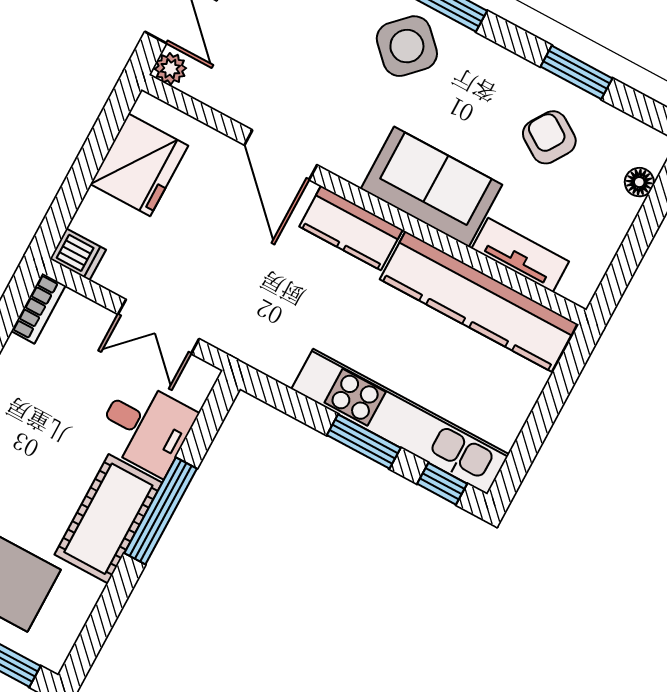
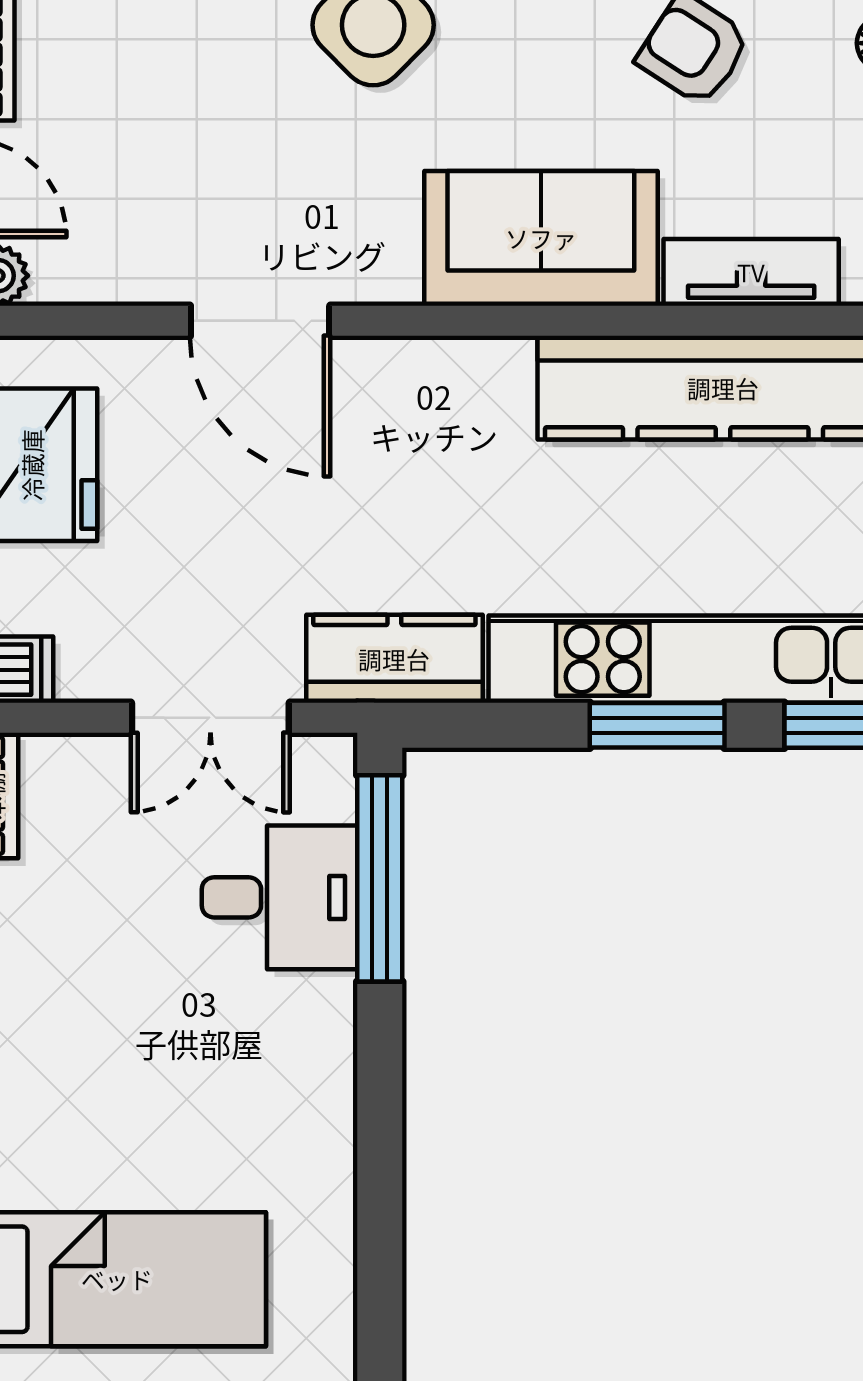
kitchen counter: (351, 228) -> (394, 659), moved, turned 180
window: (161, 511) -> (380, 878), moved
cot: (108, 519) -> (299, 1084), removed

